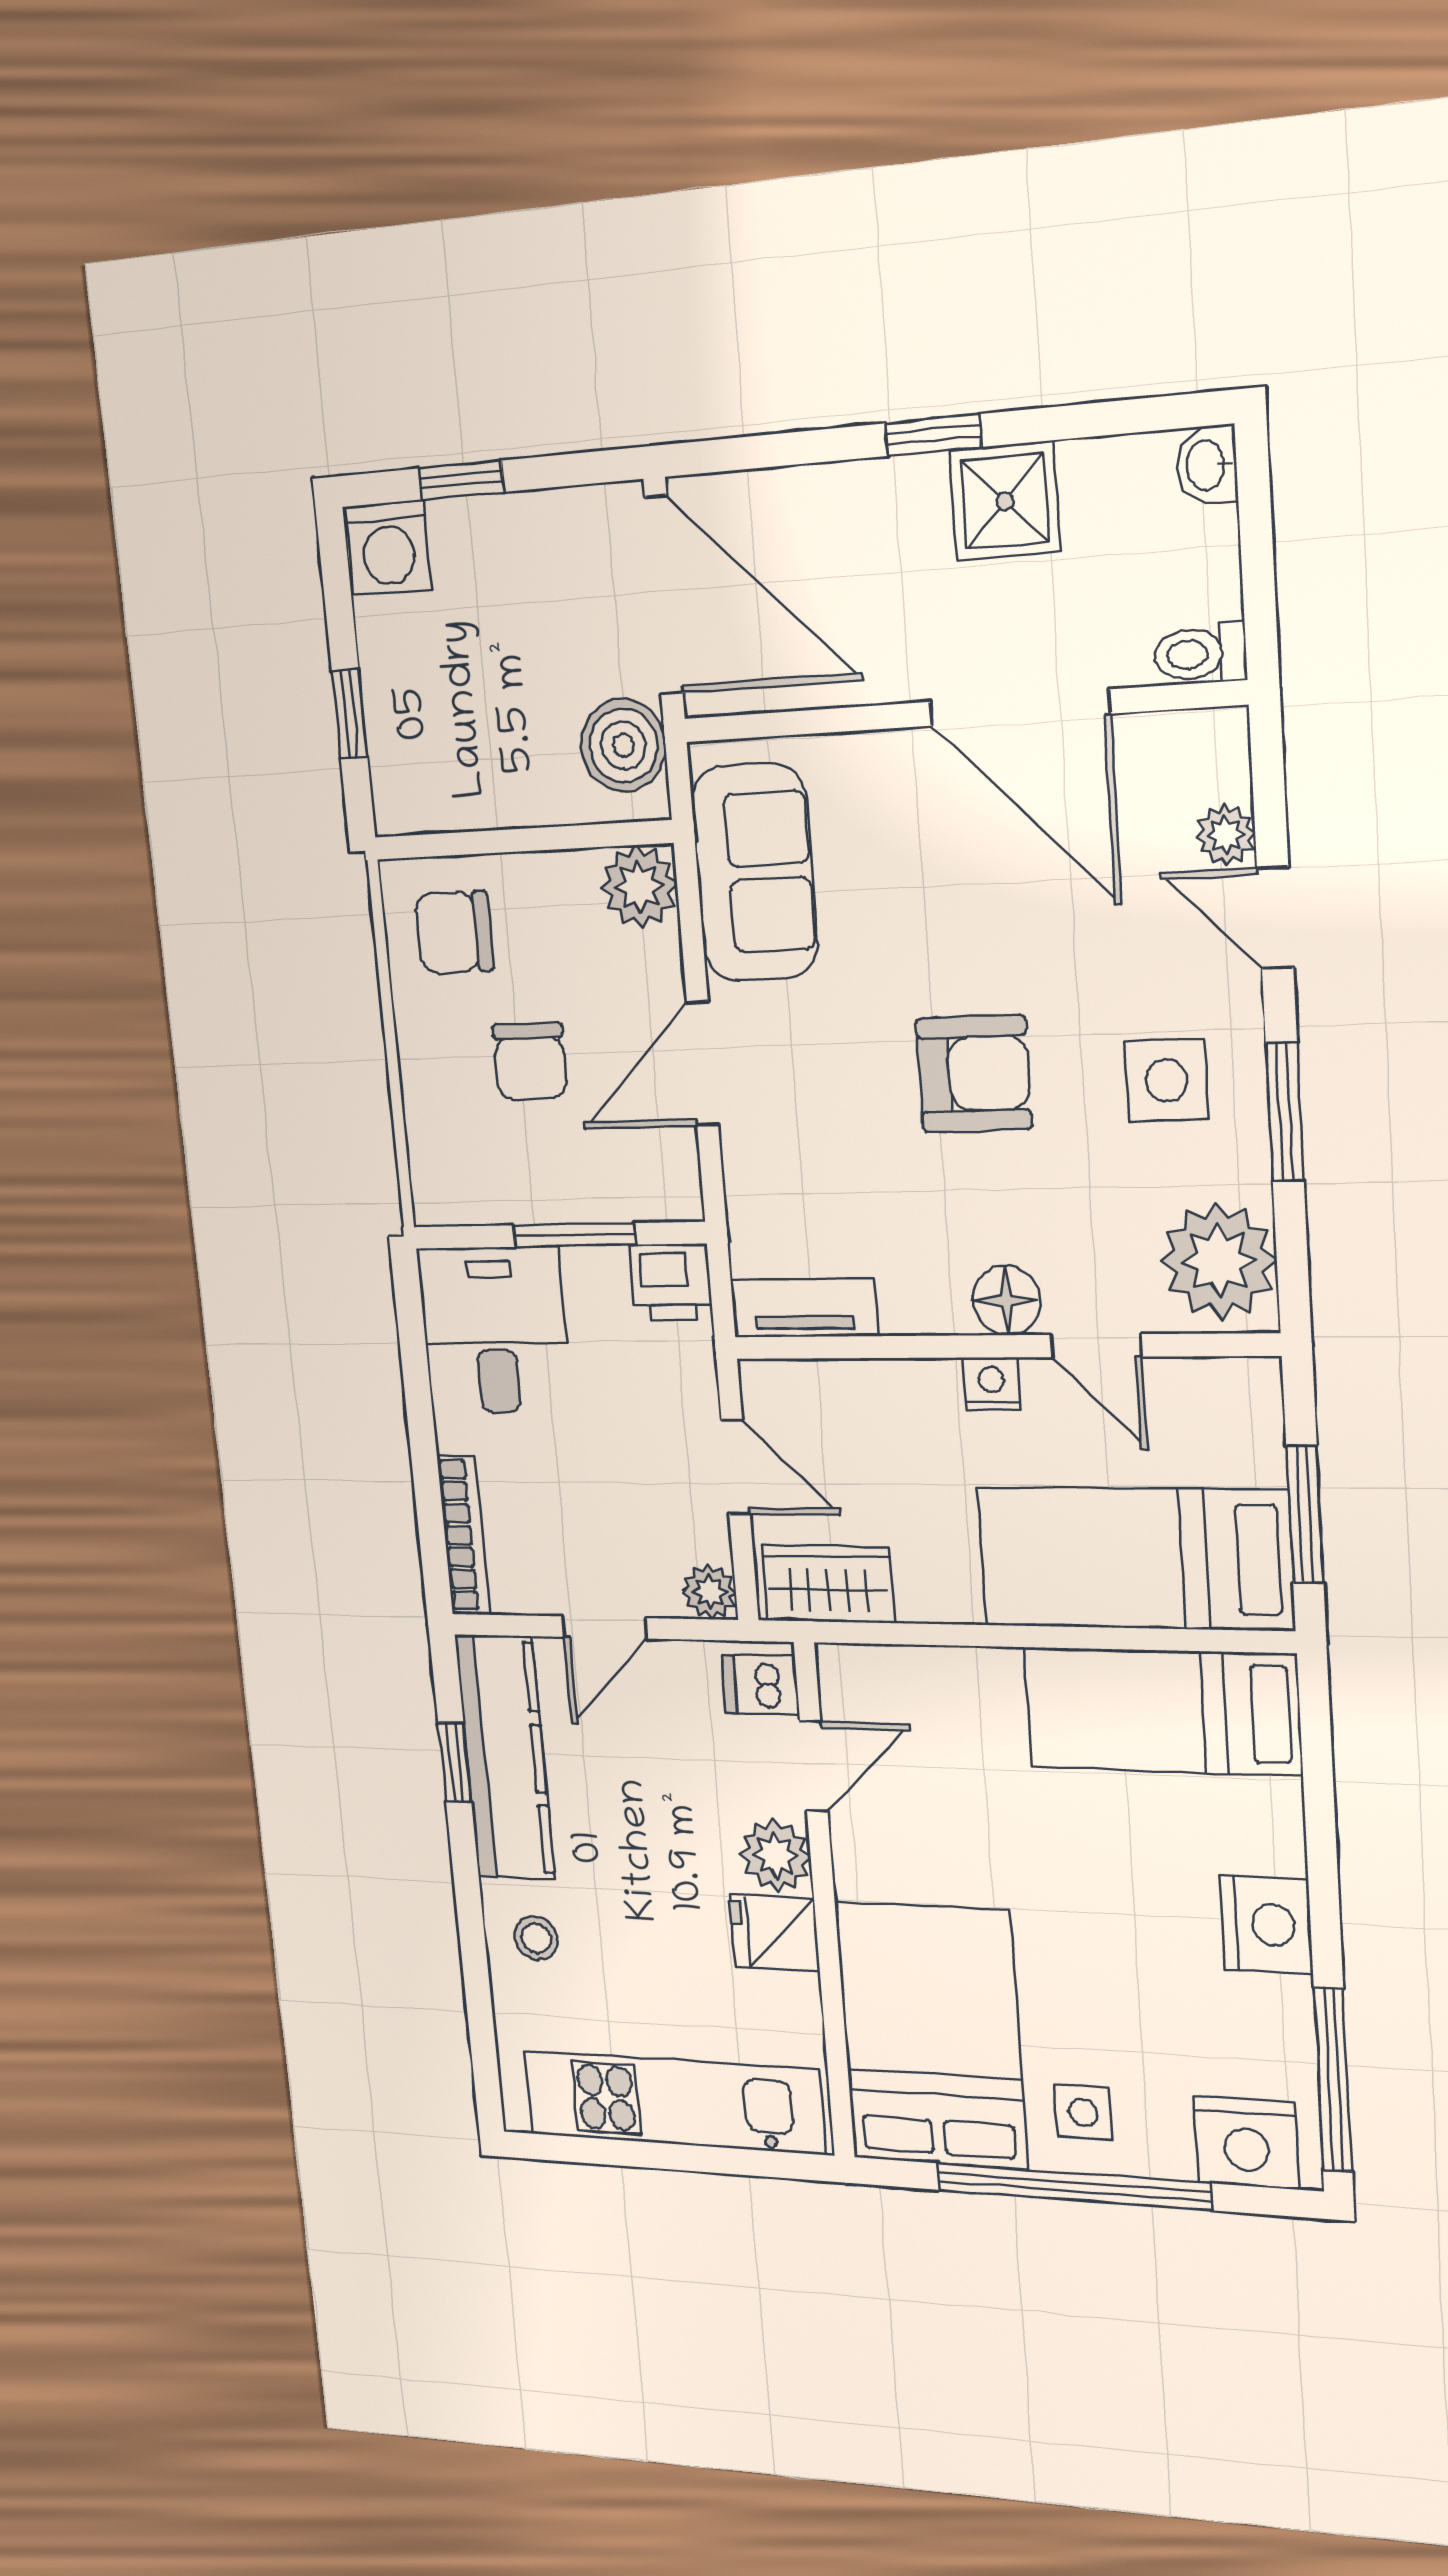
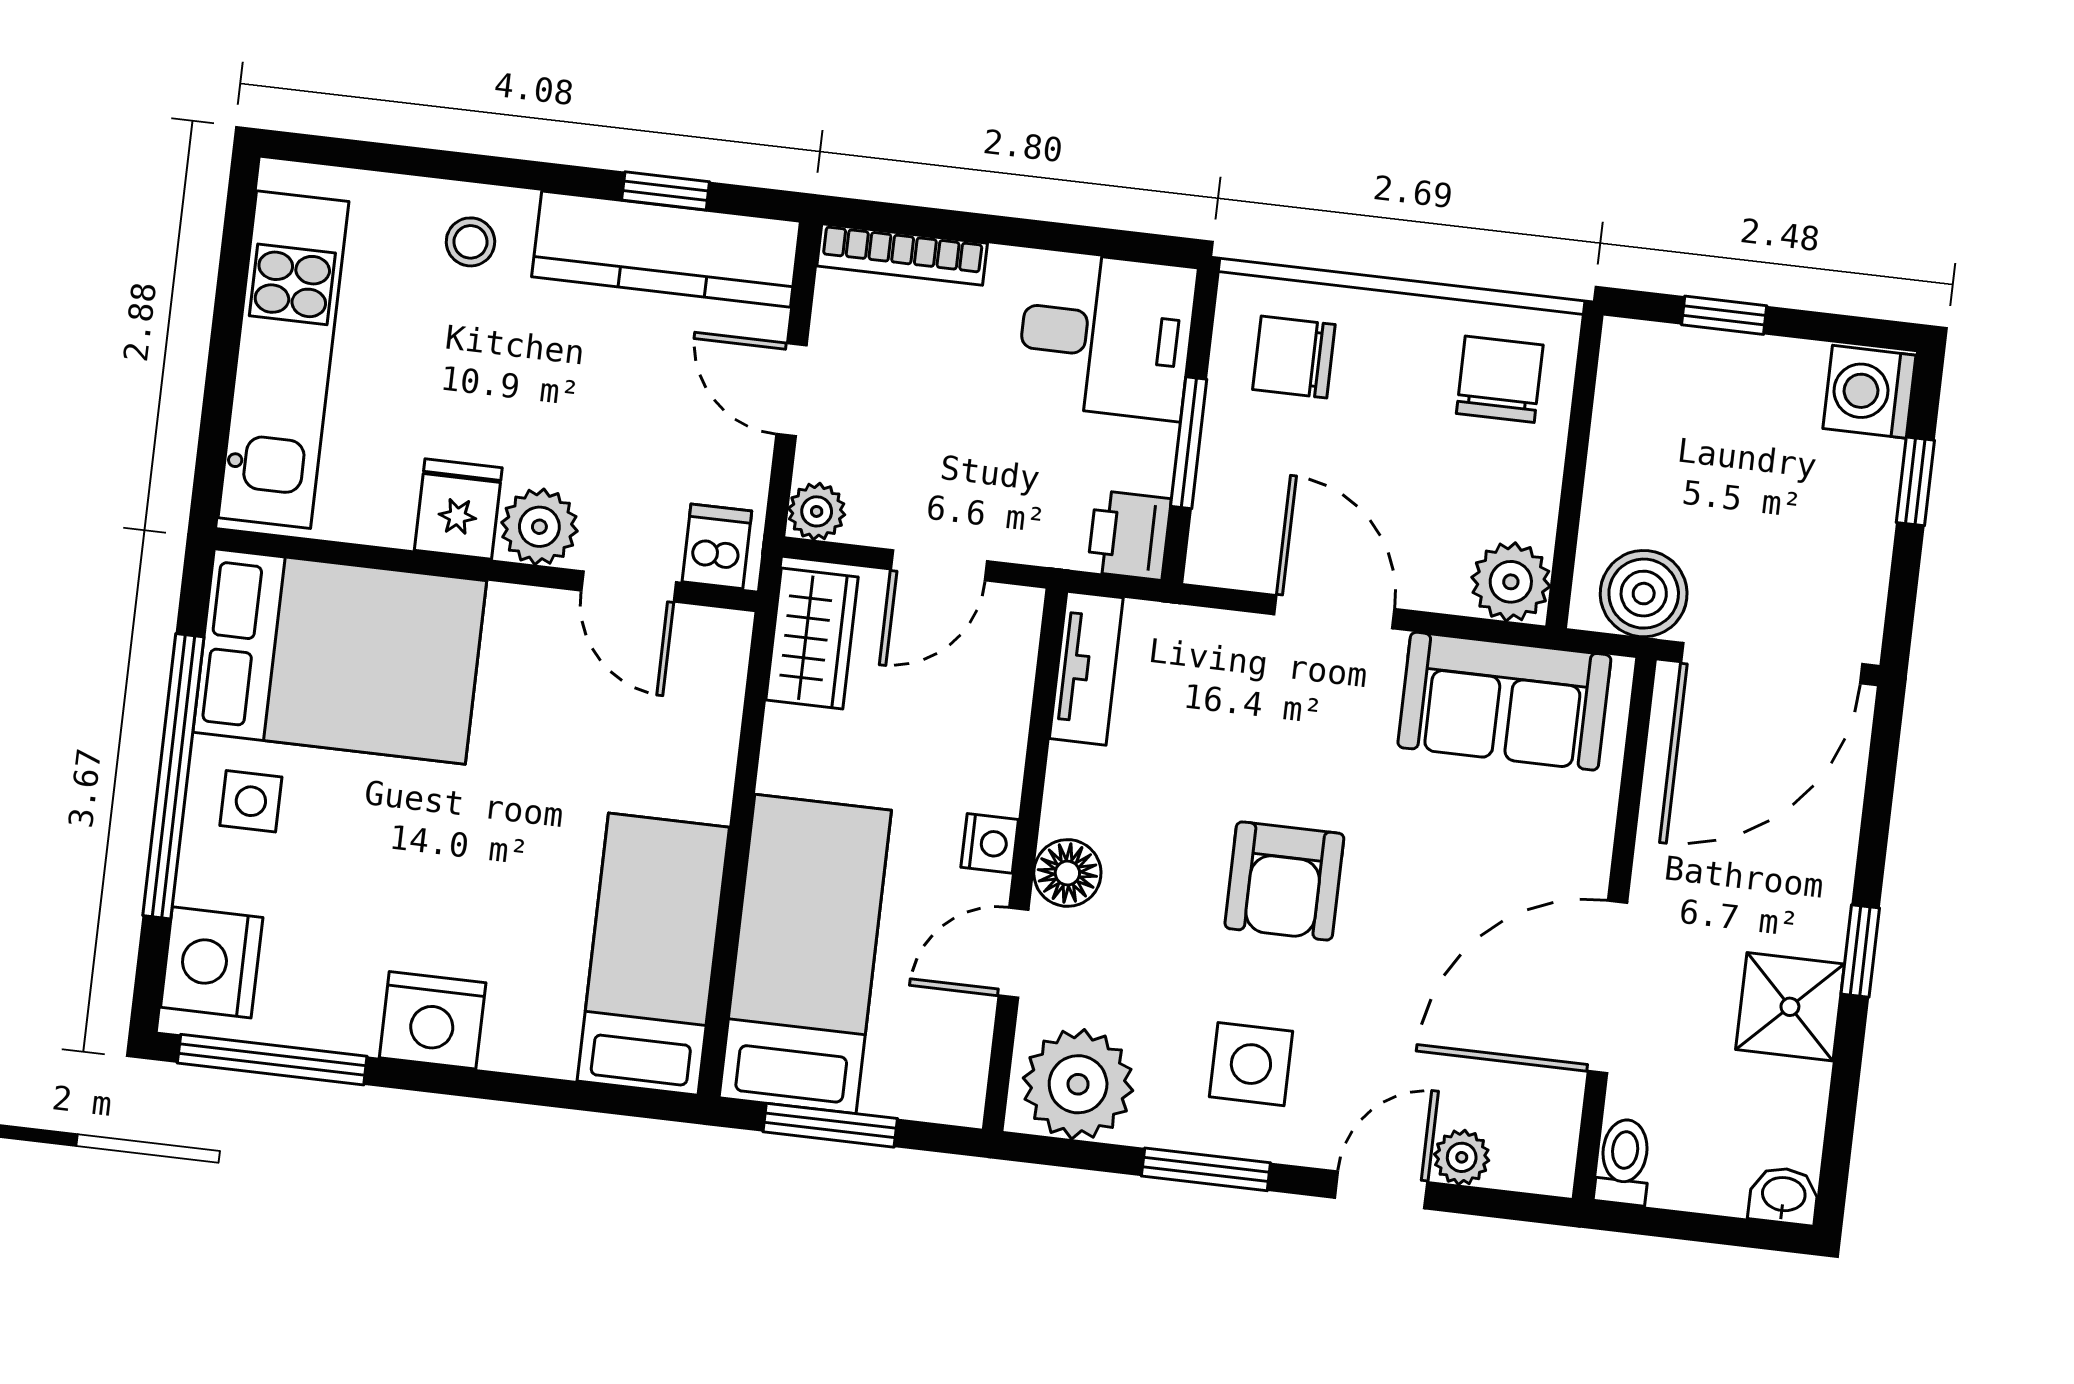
chair: (530, 1061) -> (1294, 357), moved

